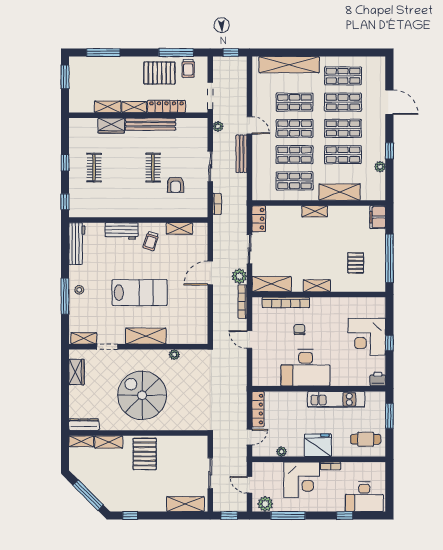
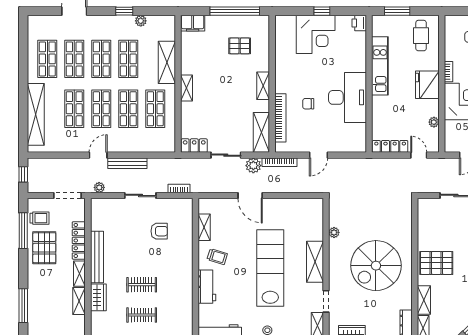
clothes rail: (153, 168) -> (142, 285), moved
lab bench: (140, 293) -> (270, 268), width x1.36

